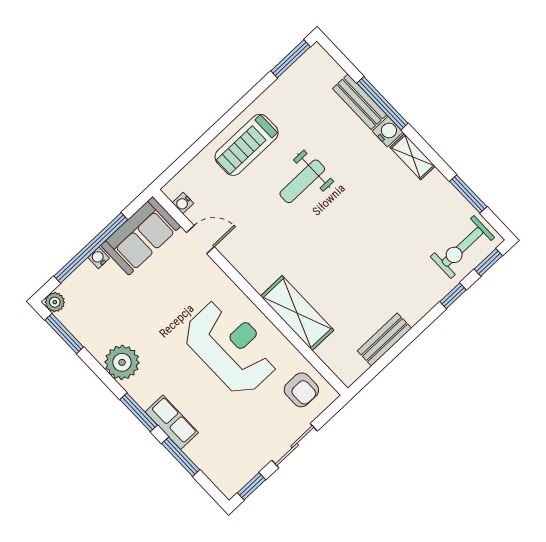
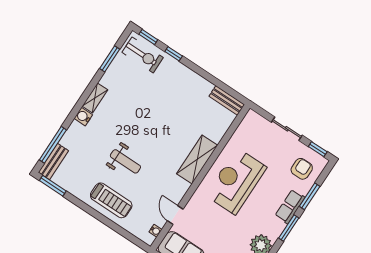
bench: (360, 102) -> (53, 161), moved
window: (382, 103) -> (53, 145), moved
shelving: (297, 313) -> (197, 159), moved
bench: (384, 339) -> (227, 100), moved
armchair: (301, 390) -> (302, 169), moved

